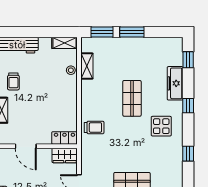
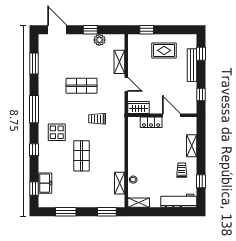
window: (132, 32) -> (66, 212), moved
freezer: (175, 83) -> (45, 183), moved, width x0.71
trolley: (94, 127) -> (97, 119), moved
locker: (64, 138) -> (151, 122), moved
window: (188, 154) -> (34, 109), width x2.17

